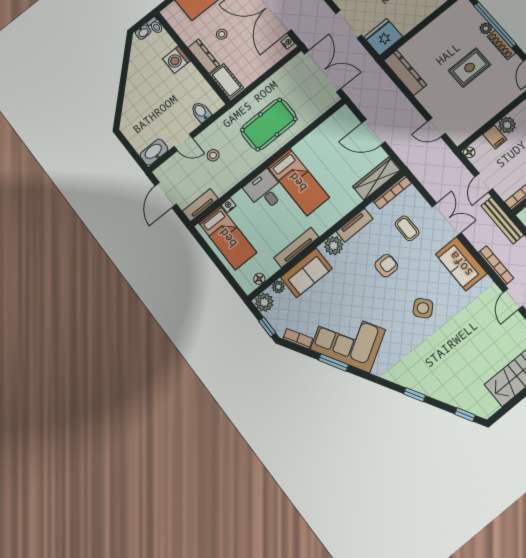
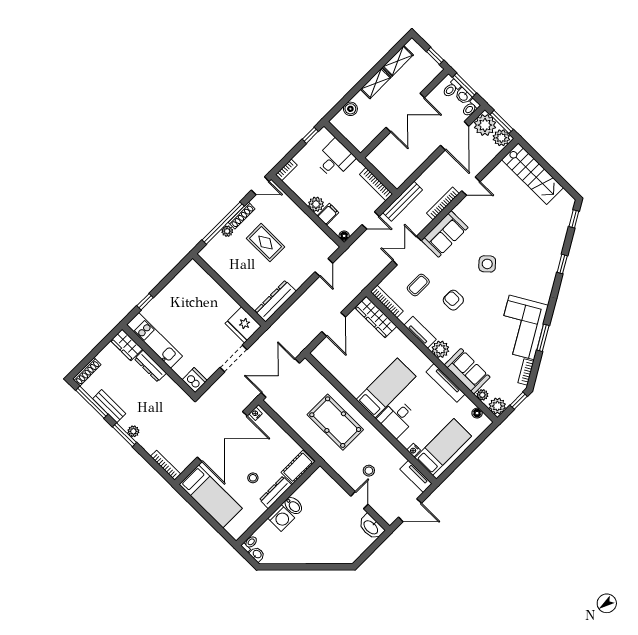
bidet: (201, 112) -> (293, 506), moved, turned -90

